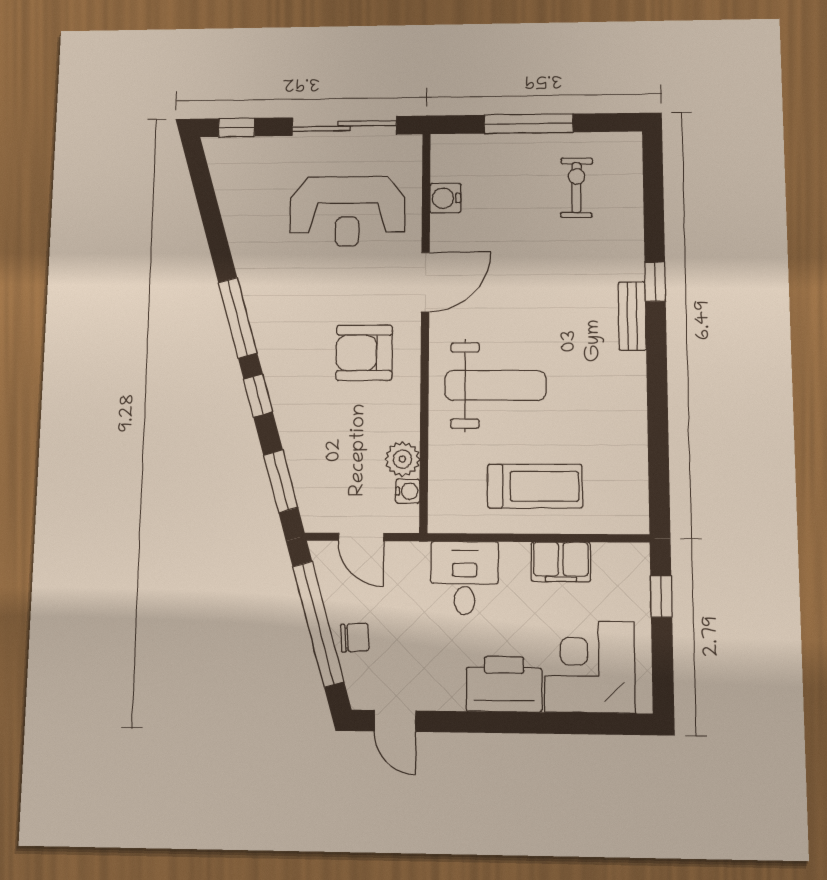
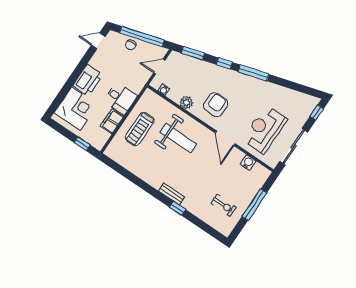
weight bench: (495, 385) -> (178, 138), turned -90
plant: (402, 459) -> (186, 103), moved
desk: (465, 578) -> (120, 98), moved

